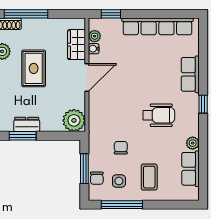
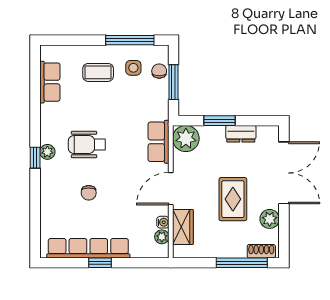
window: (111, 14) -> (100, 263), moved
row of seats: (190, 74) -> (159, 142), moved, turned 180
window: (23, 136) -> (219, 121), moved
plant: (193, 143) -> (47, 152), moved
chair: (121, 148) -> (89, 193), moved
coffee table: (149, 177) -> (98, 72), turned 90

